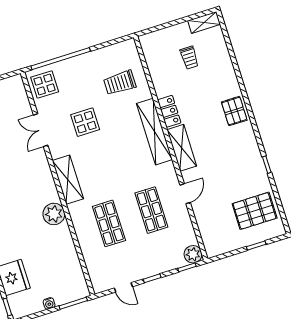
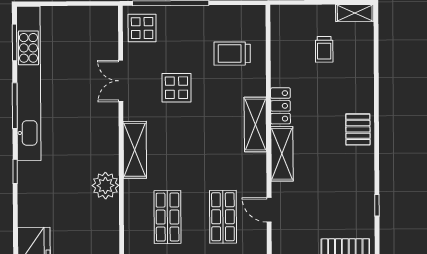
shelving: (154, 132) -> (255, 125), width x0.68
door: (185, 194) -> (269, 210), swing flipped

